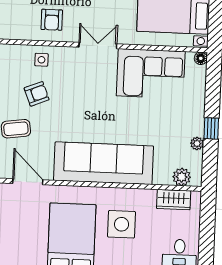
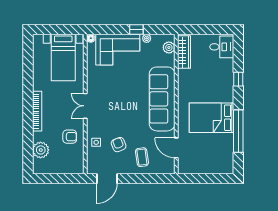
corner sofa: (151, 74) -> (118, 50), moved, turned 90
door: (28, 182) -> (176, 148), hinge flipped
wardrobe: (174, 200) -> (184, 52), width x1.50
side table: (122, 224) -> (201, 85), removed

